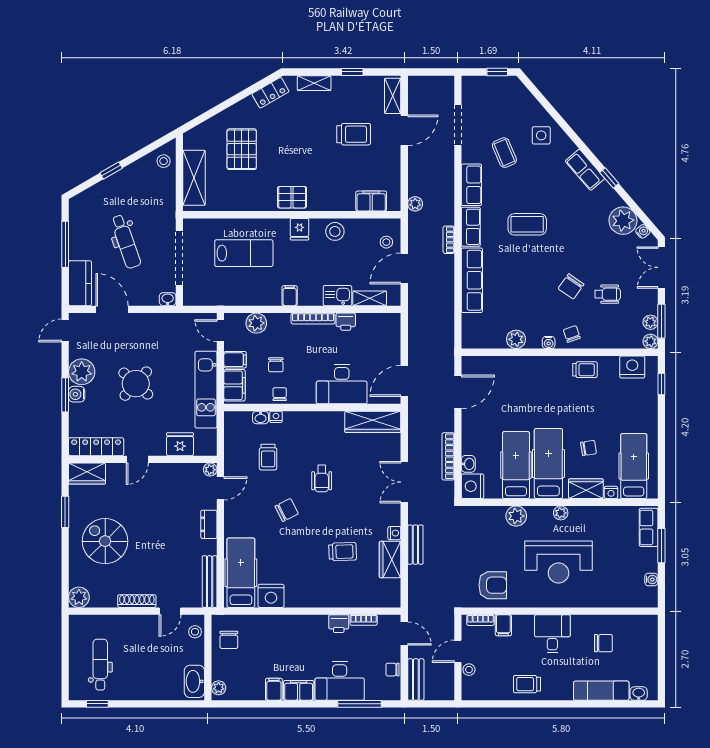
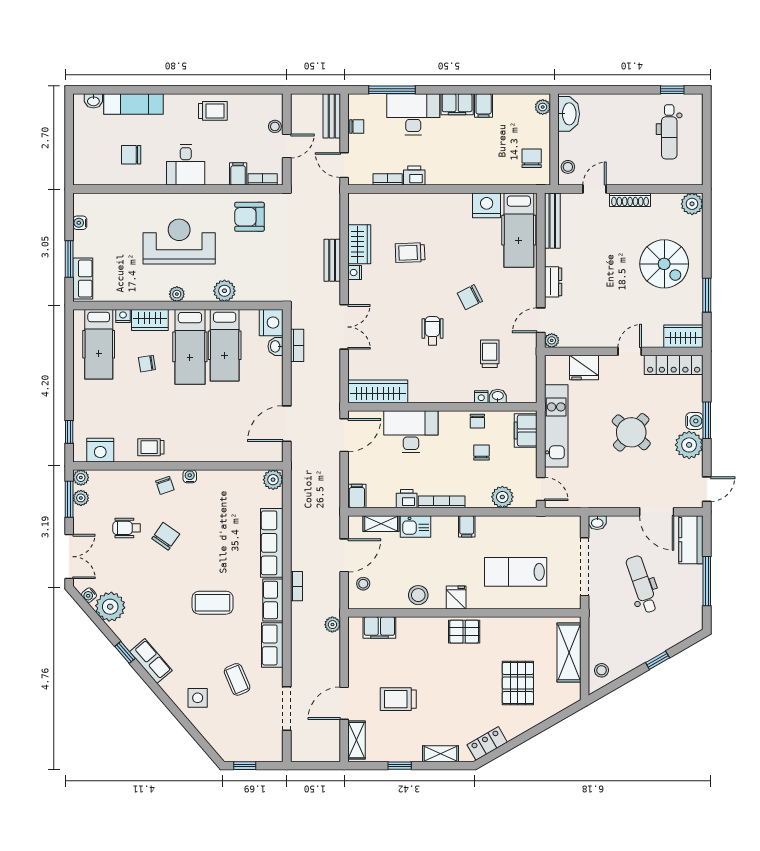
plant: (516, 339) -> (273, 480), moved
filing cabinet: (235, 360) -> (357, 496), moved, turned 90
bookcase: (448, 456) -> (297, 345), width x0.64

